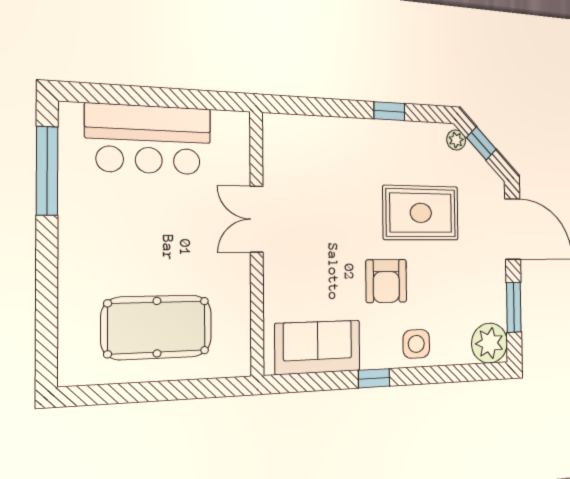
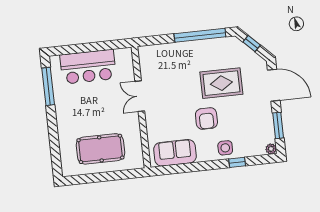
window: (389, 111) -> (200, 35), width x3.17
plant: (456, 140) -> (237, 44), removed
plant: (490, 343) -> (271, 149), width x0.53, depth x0.53
window: (374, 378) -> (237, 162), moved

